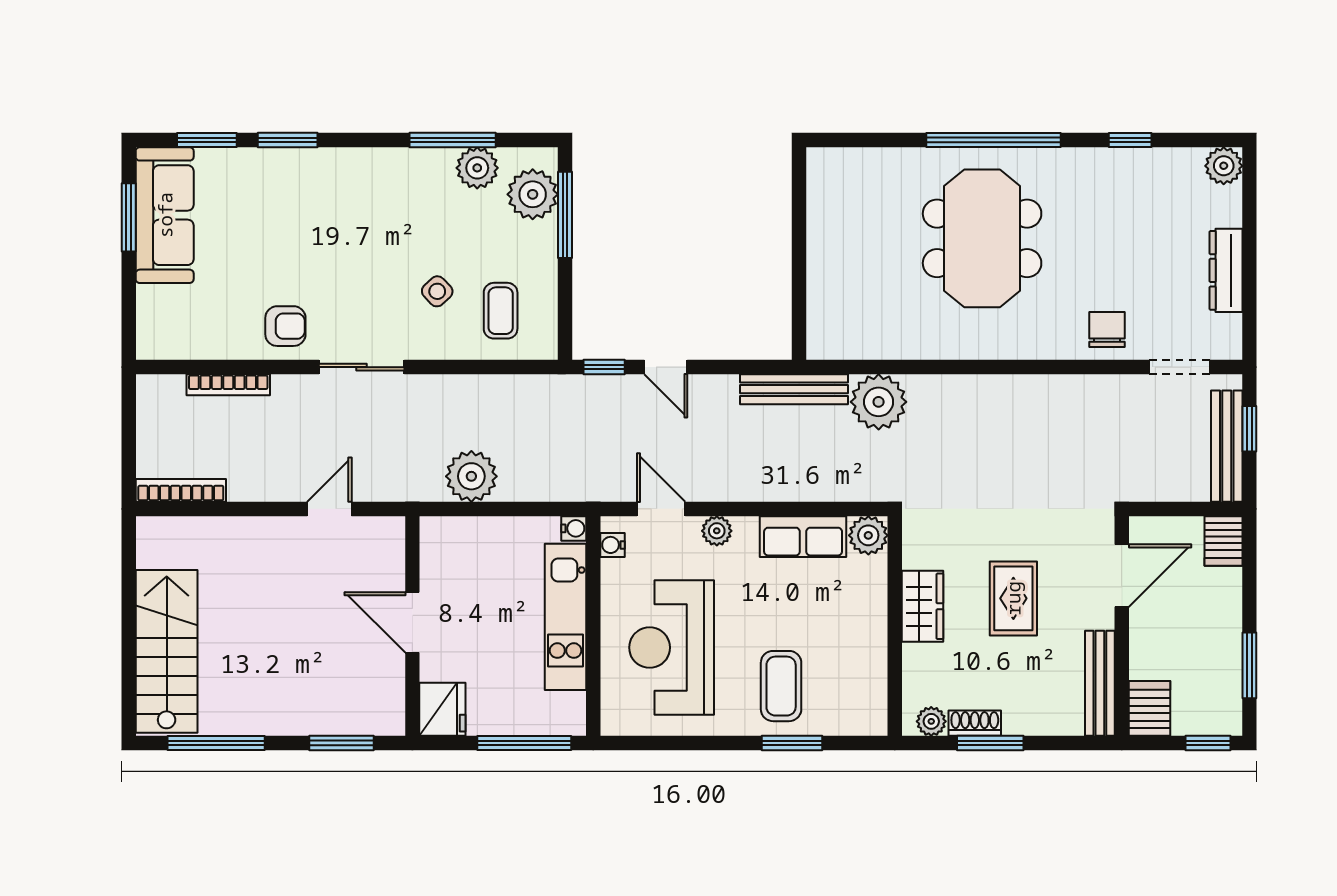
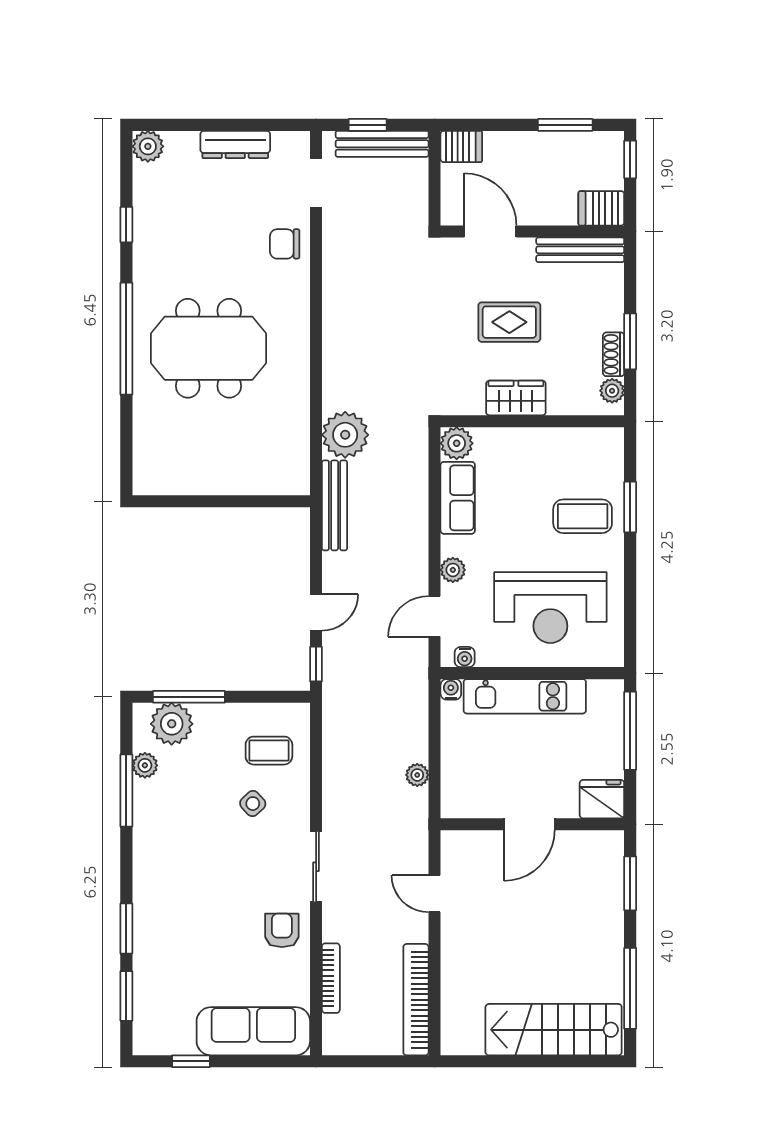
plant: (477, 168) -> (145, 765), width x0.73, depth x0.73
sofa: (165, 215) -> (253, 1031), moved
window: (129, 217) -> (191, 1061), width x0.67
plant: (471, 476) -> (417, 775), width x0.53, depth x0.53
bookcase: (181, 490) -> (416, 1000), width x1.48, depth x1.31

